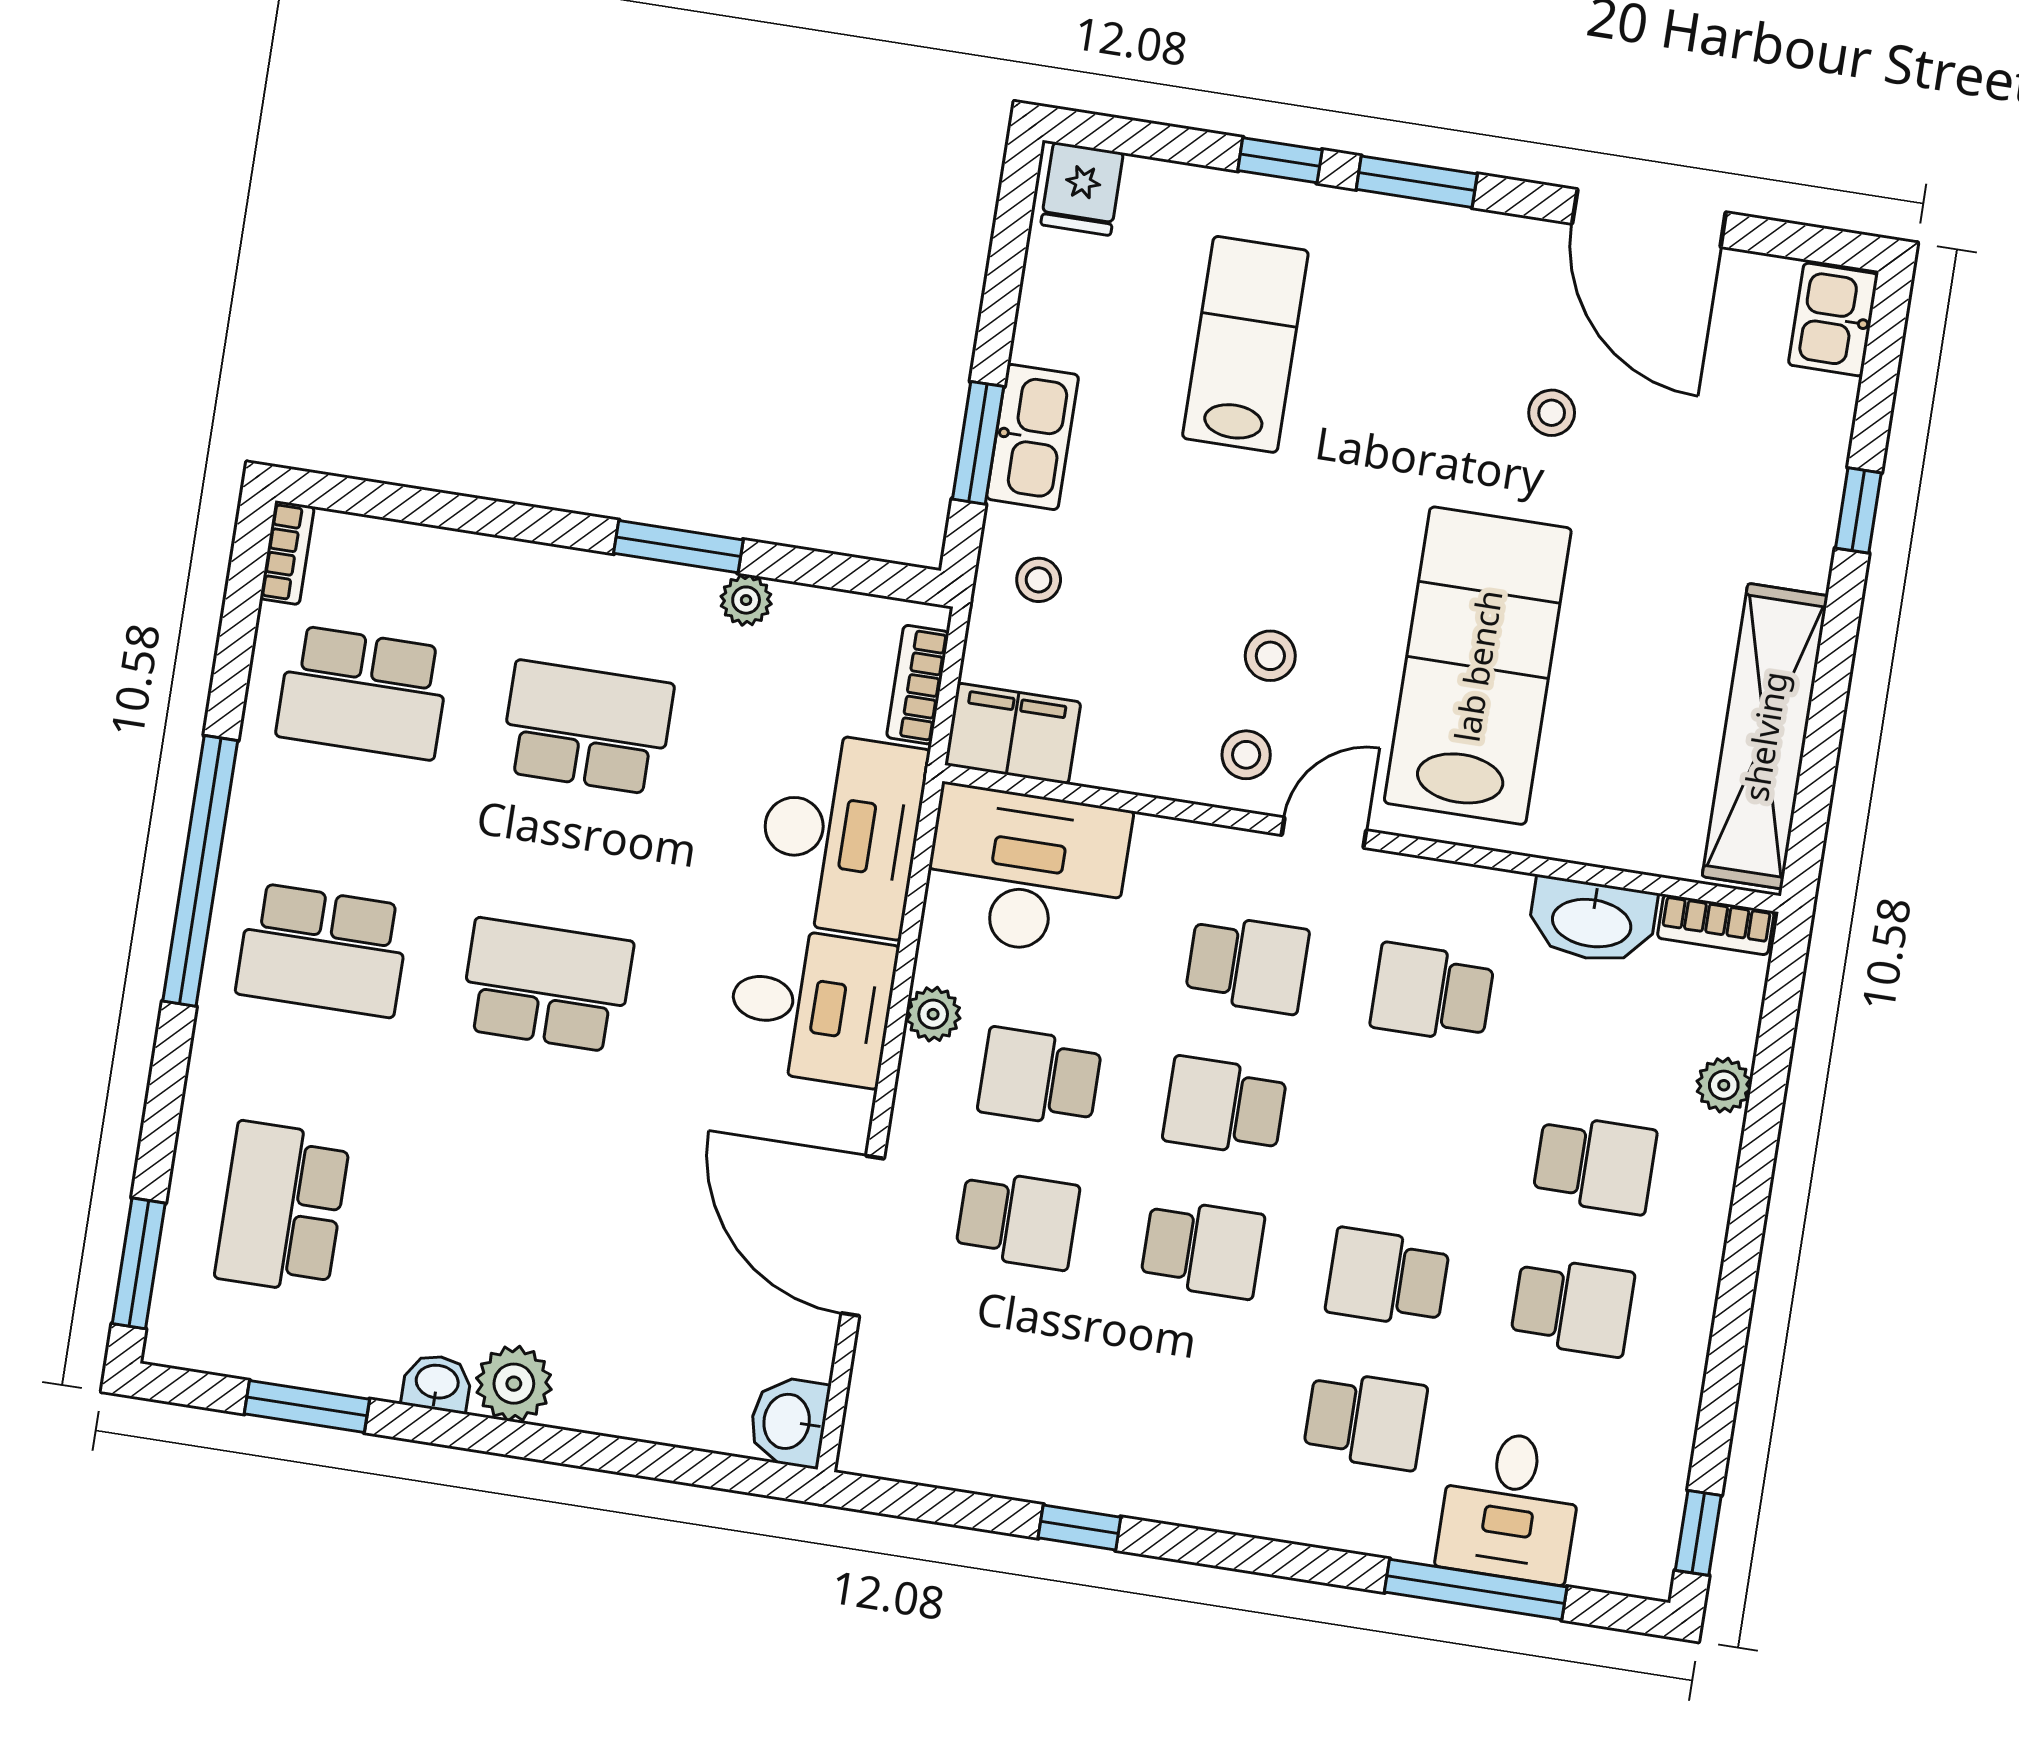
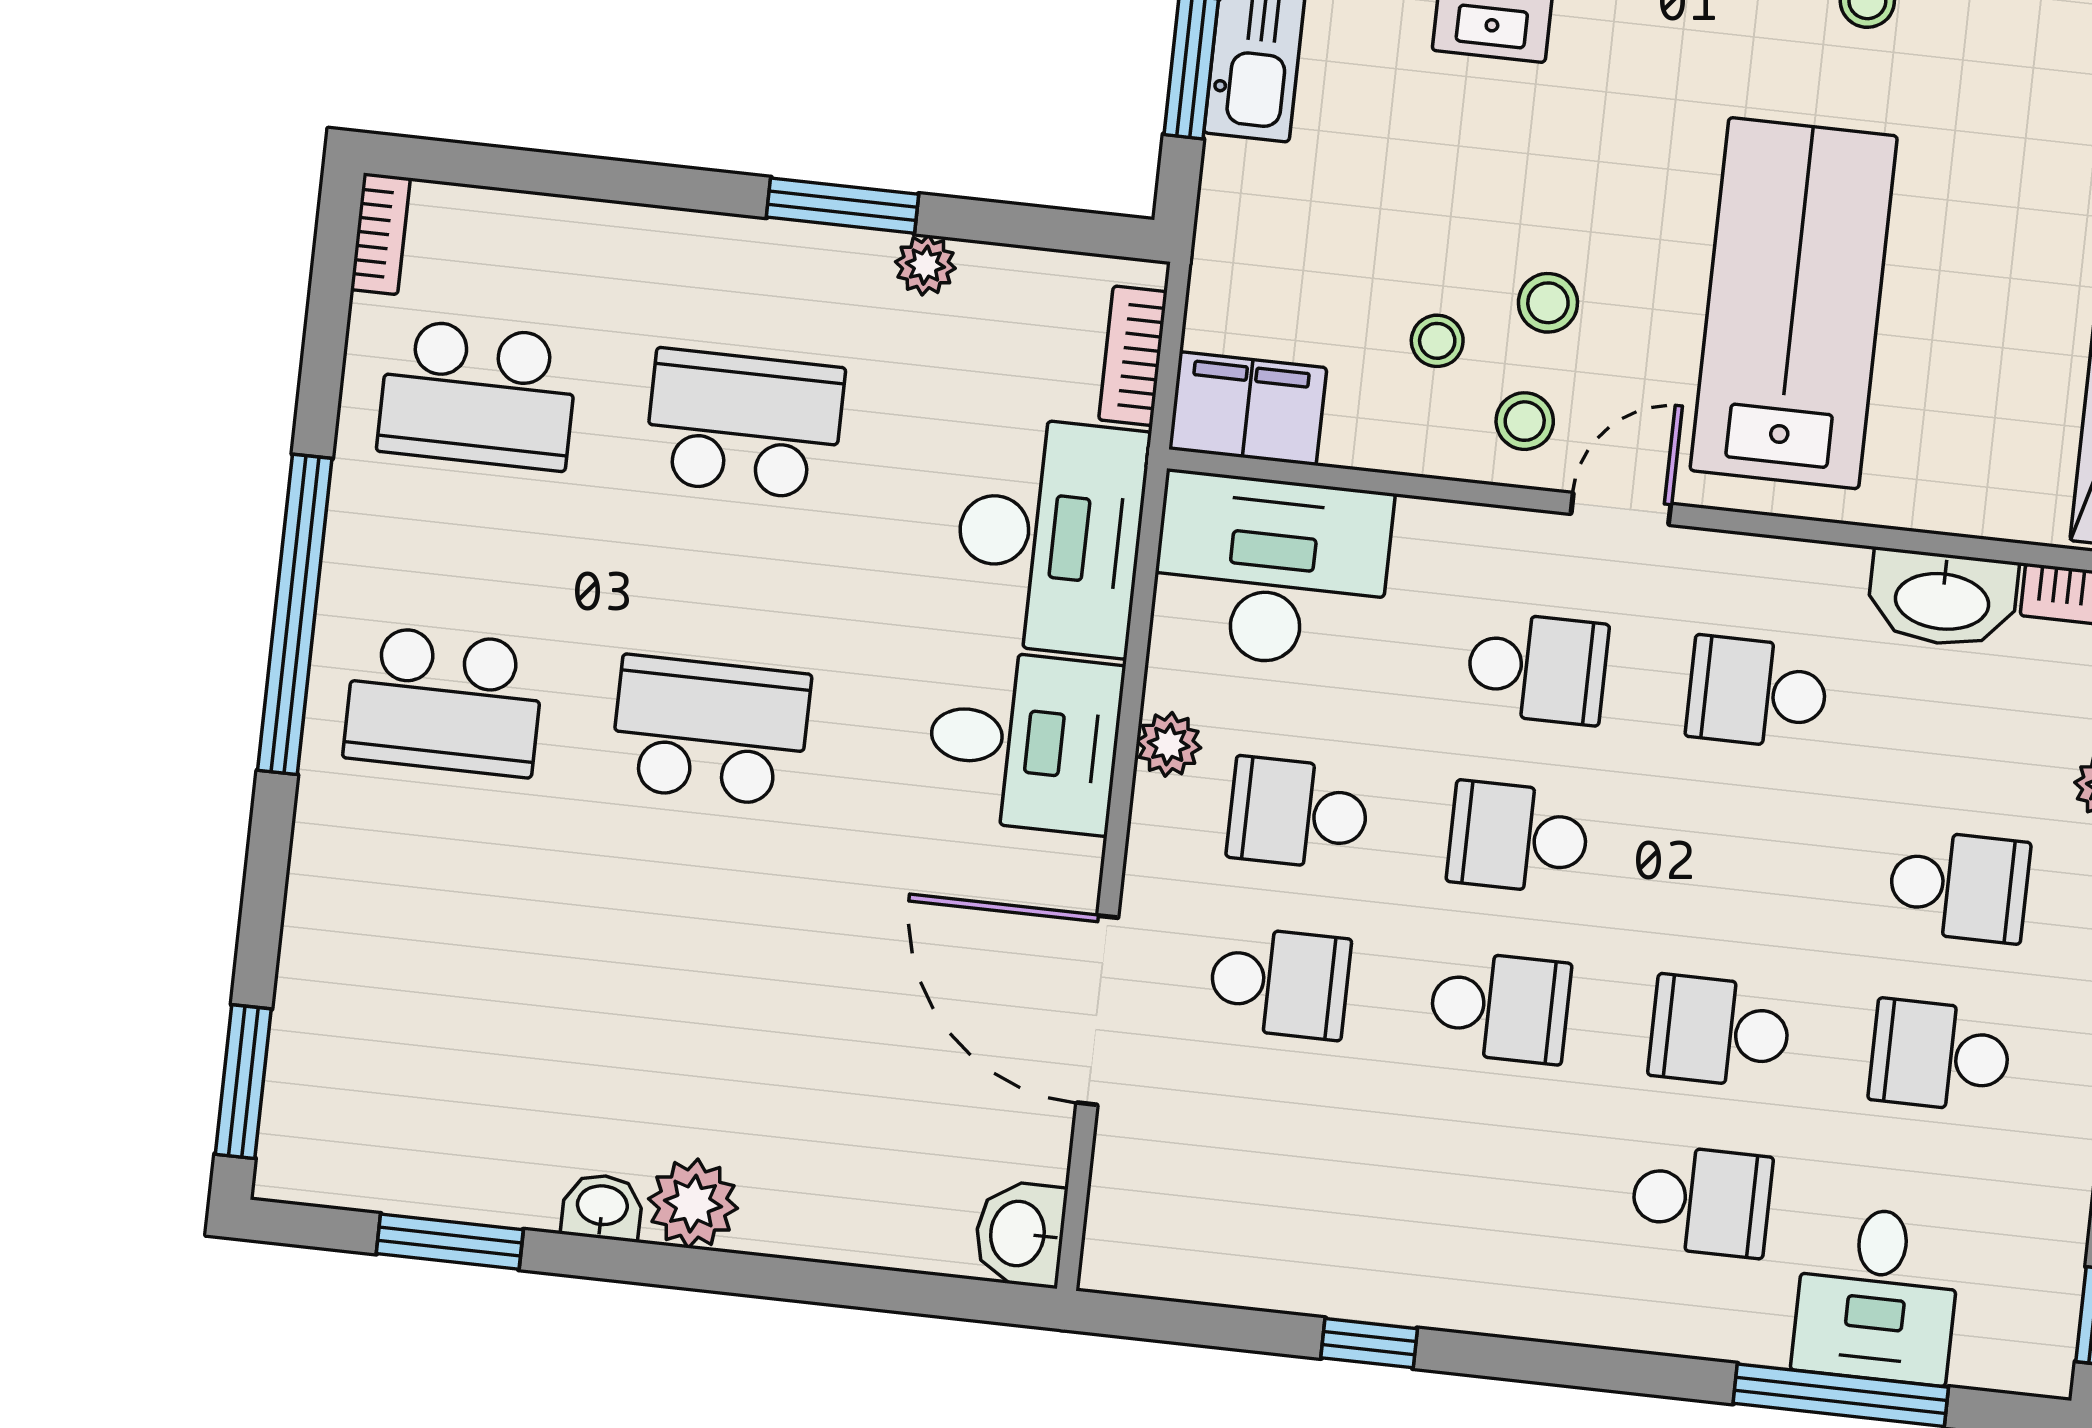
stool: (1039, 580) -> (1437, 341), moved
school desk: (283, 1208) -> (410, 1008), removed
school desk: (1573, 1307) -> (1940, 1056), turned 180

